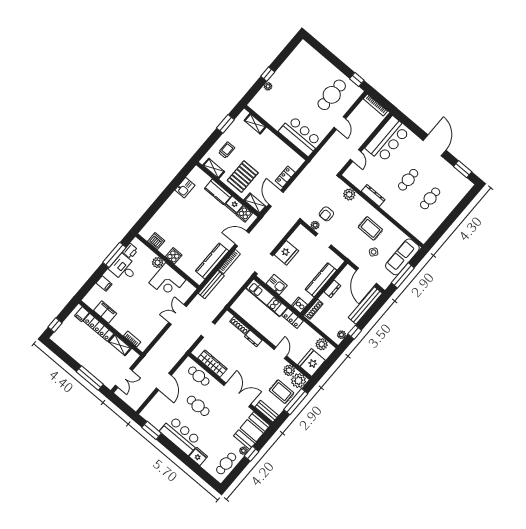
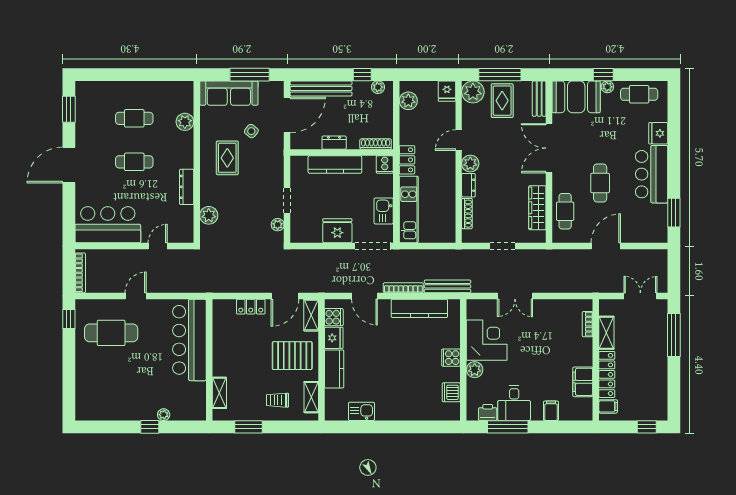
bar counter: (300, 136) -> (189, 340), width x1.36
armchair: (326, 214) -> (254, 223), removed
plant: (407, 222) -> (185, 122), added
fridge: (312, 363) -> (447, 91), width x0.53, depth x0.75
plant: (289, 370) -> (470, 164), moved

